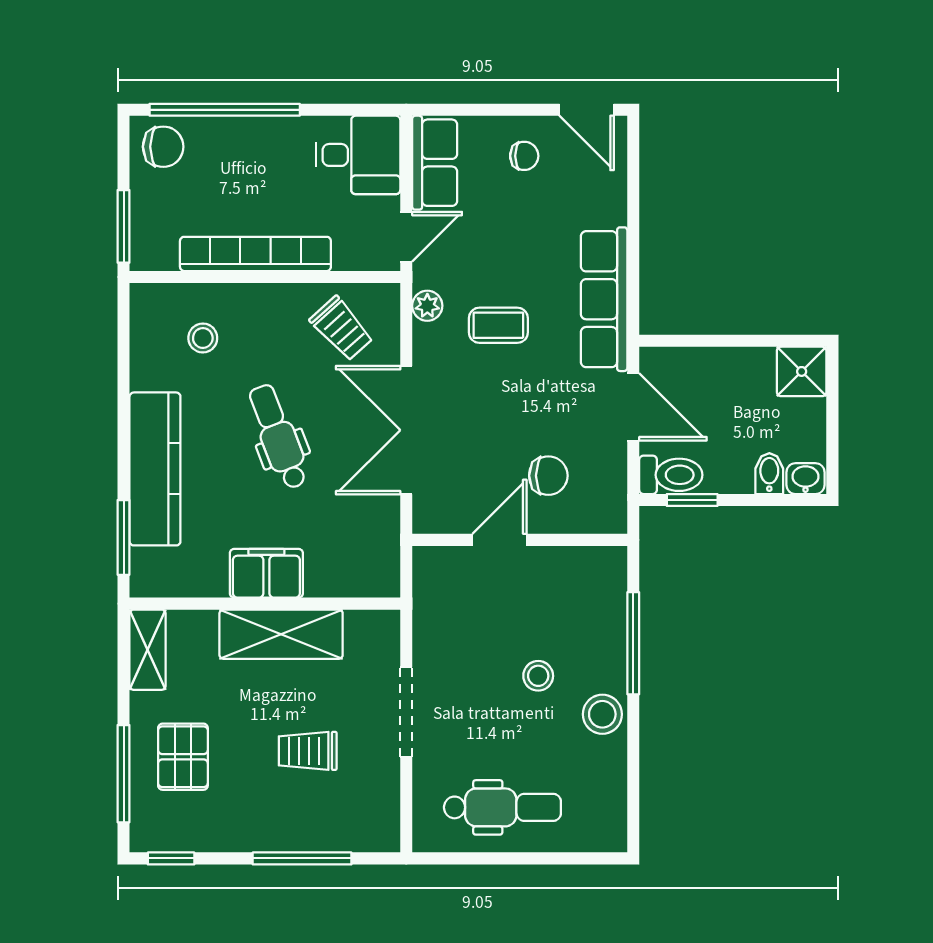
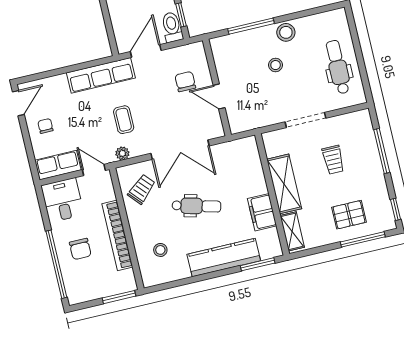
chair: (163, 147) -> (80, 249), moved, turned 180
dental chair: (278, 437) -> (196, 206), turned -144
filing cabinet: (266, 573) -> (262, 212), moved
shelving: (148, 650) -> (292, 231), moved, turned 90

